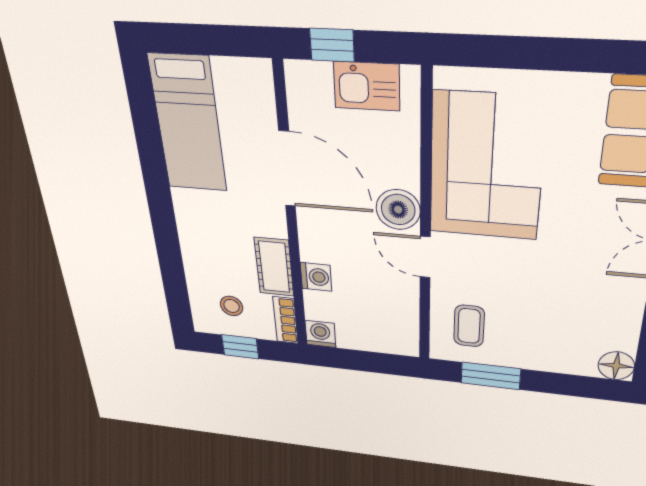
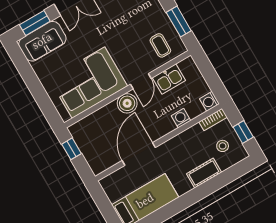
window: (332, 45) -> (71, 149), moved
kitchen sink: (367, 86) -> (169, 79), moved, turned 90
cot: (274, 267) -> (204, 173), moved
coffee table: (469, 326) -> (160, 45), turned 90

